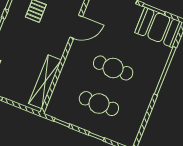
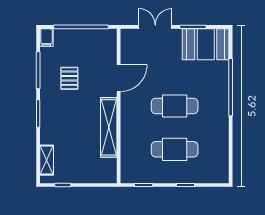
shelving: (45, 82) -> (109, 127), moved

